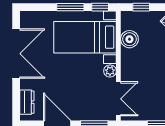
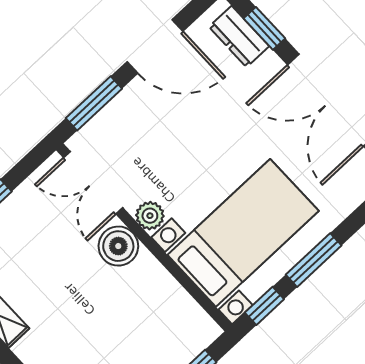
boiler: (129, 39) -> (118, 246), moved
window: (16, 97) -> (264, 28), added

